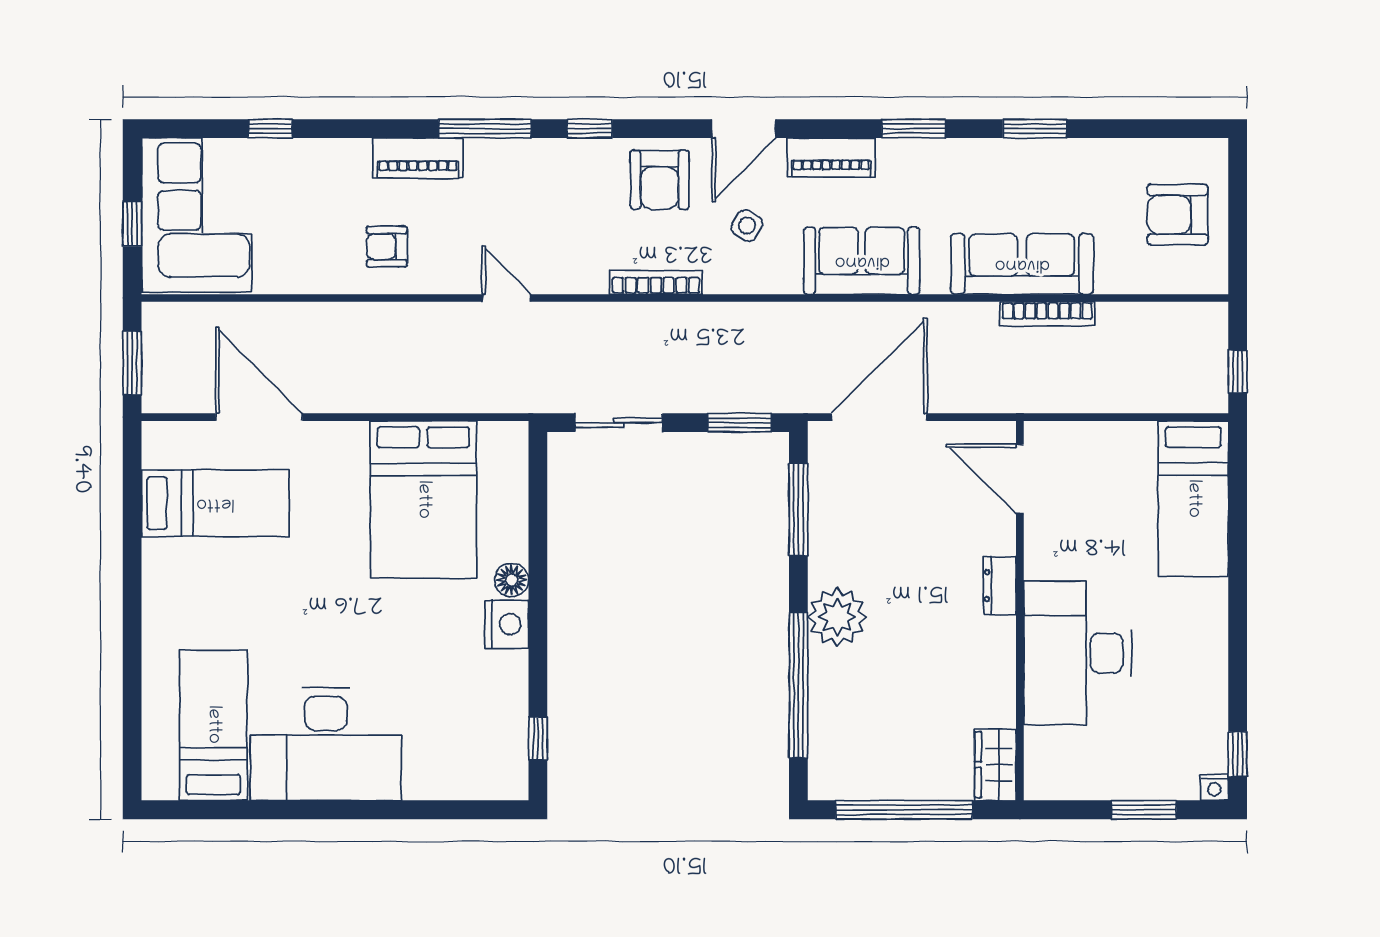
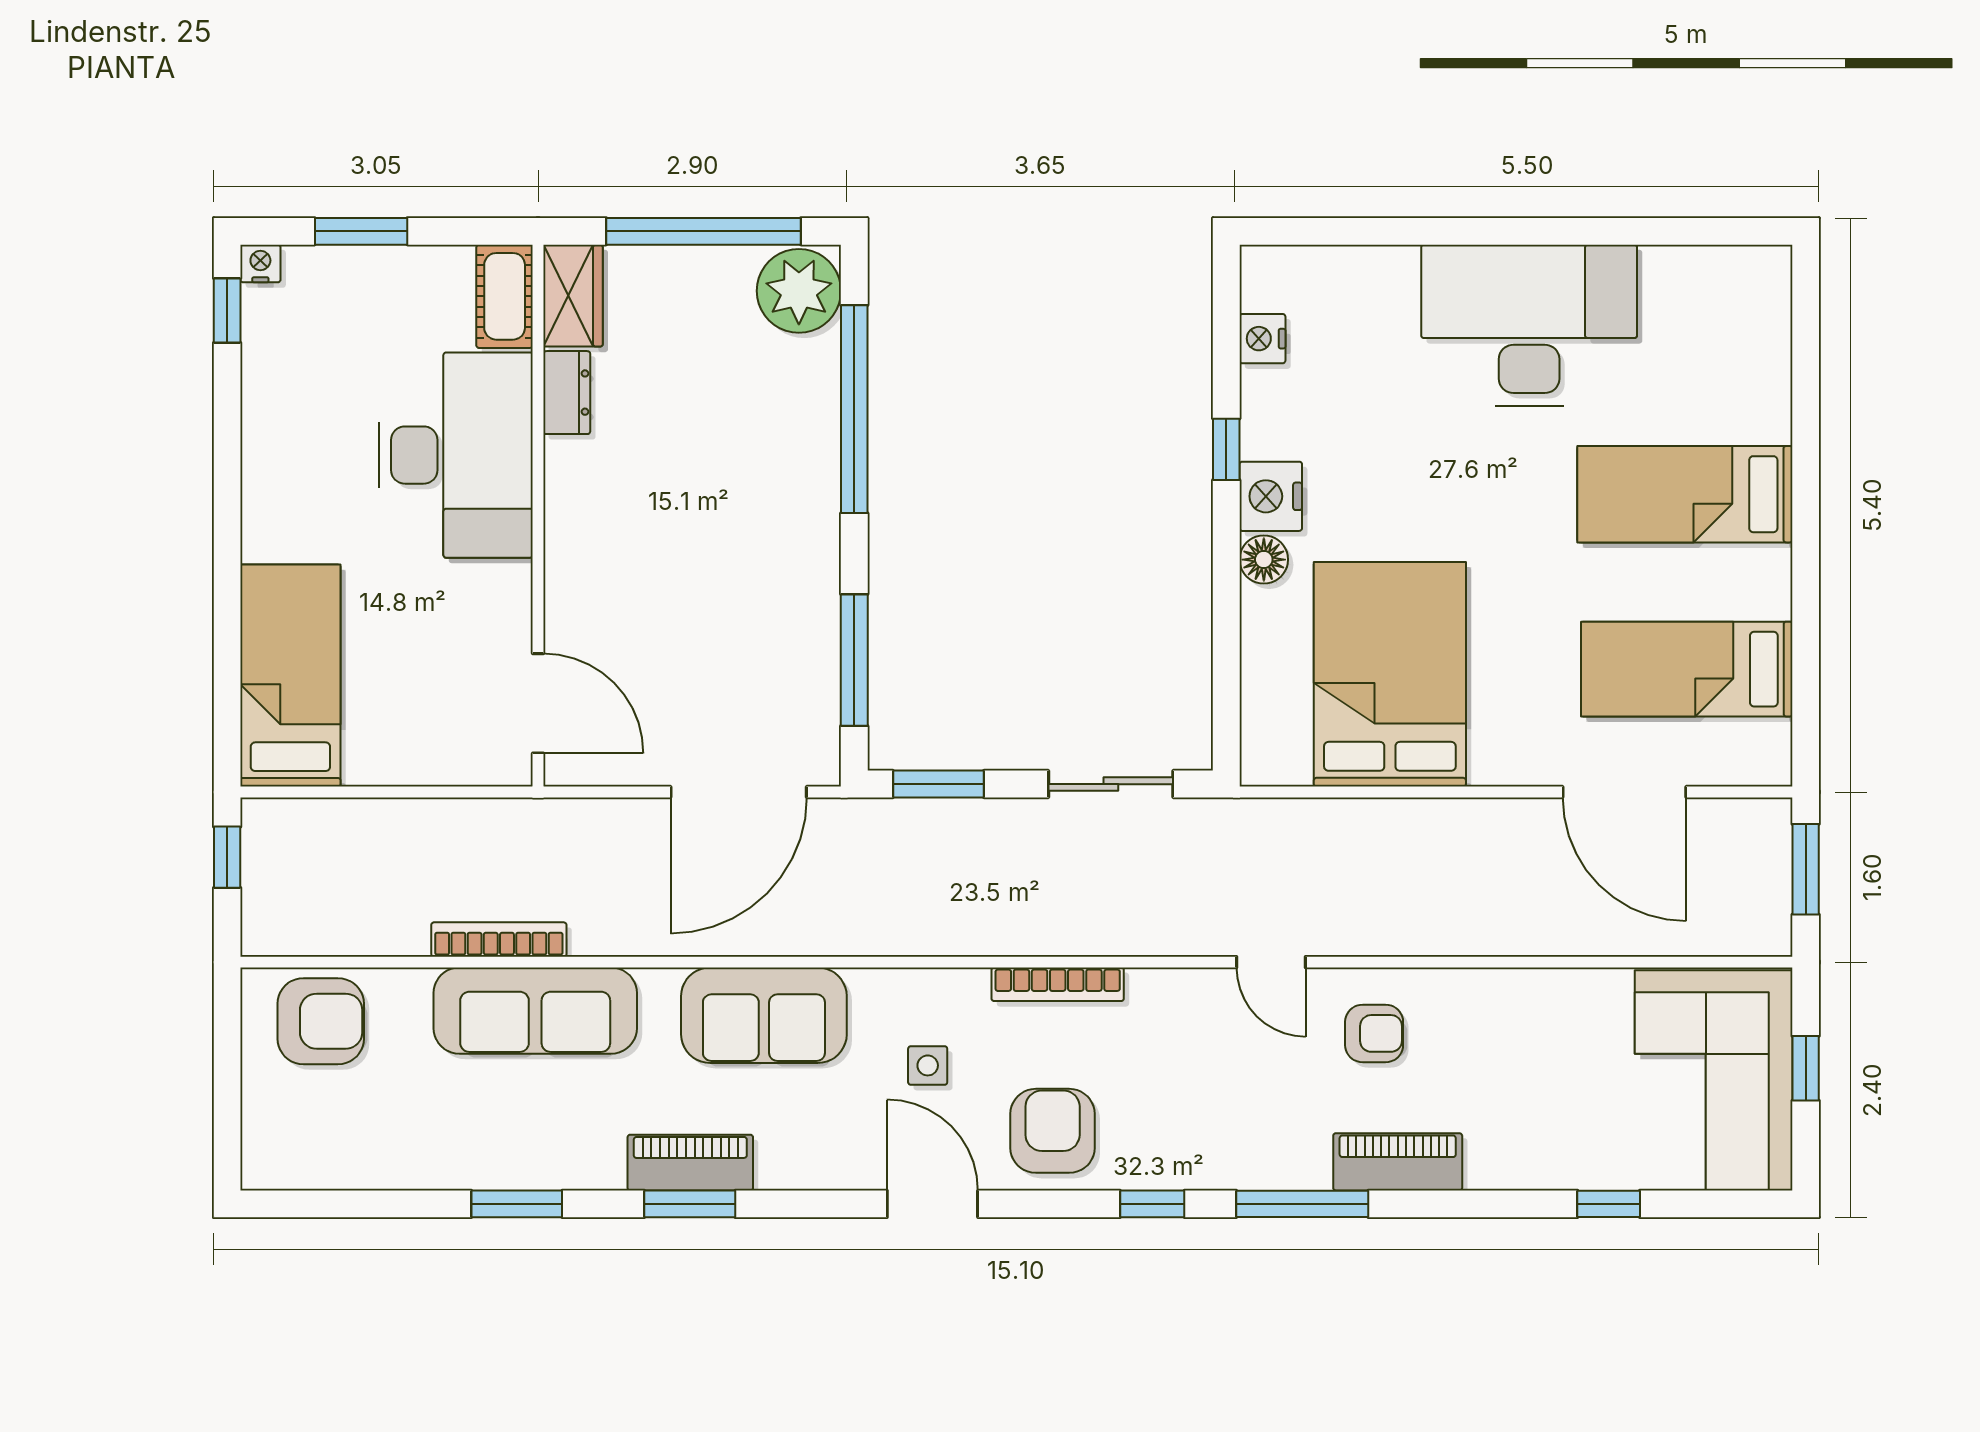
door: (744, 129) -> (932, 1204), hinge flipped
piano: (831, 158) -> (690, 1163), moved
armchair: (1177, 215) -> (321, 1021), moved
side table: (747, 226) -> (928, 1065), turned -30
armchair: (387, 247) -> (1374, 1033), moved
dresser: (1000, 586) -> (567, 393), moved
plant: (837, 617) -> (799, 291), moved
bed: (213, 725) -> (1685, 494), moved, turned 90
nightstand: (513, 735) -> (1262, 339), added
window: (538, 738) -> (1226, 449), moved
cot: (1043, 764) -> (505, 296), added

